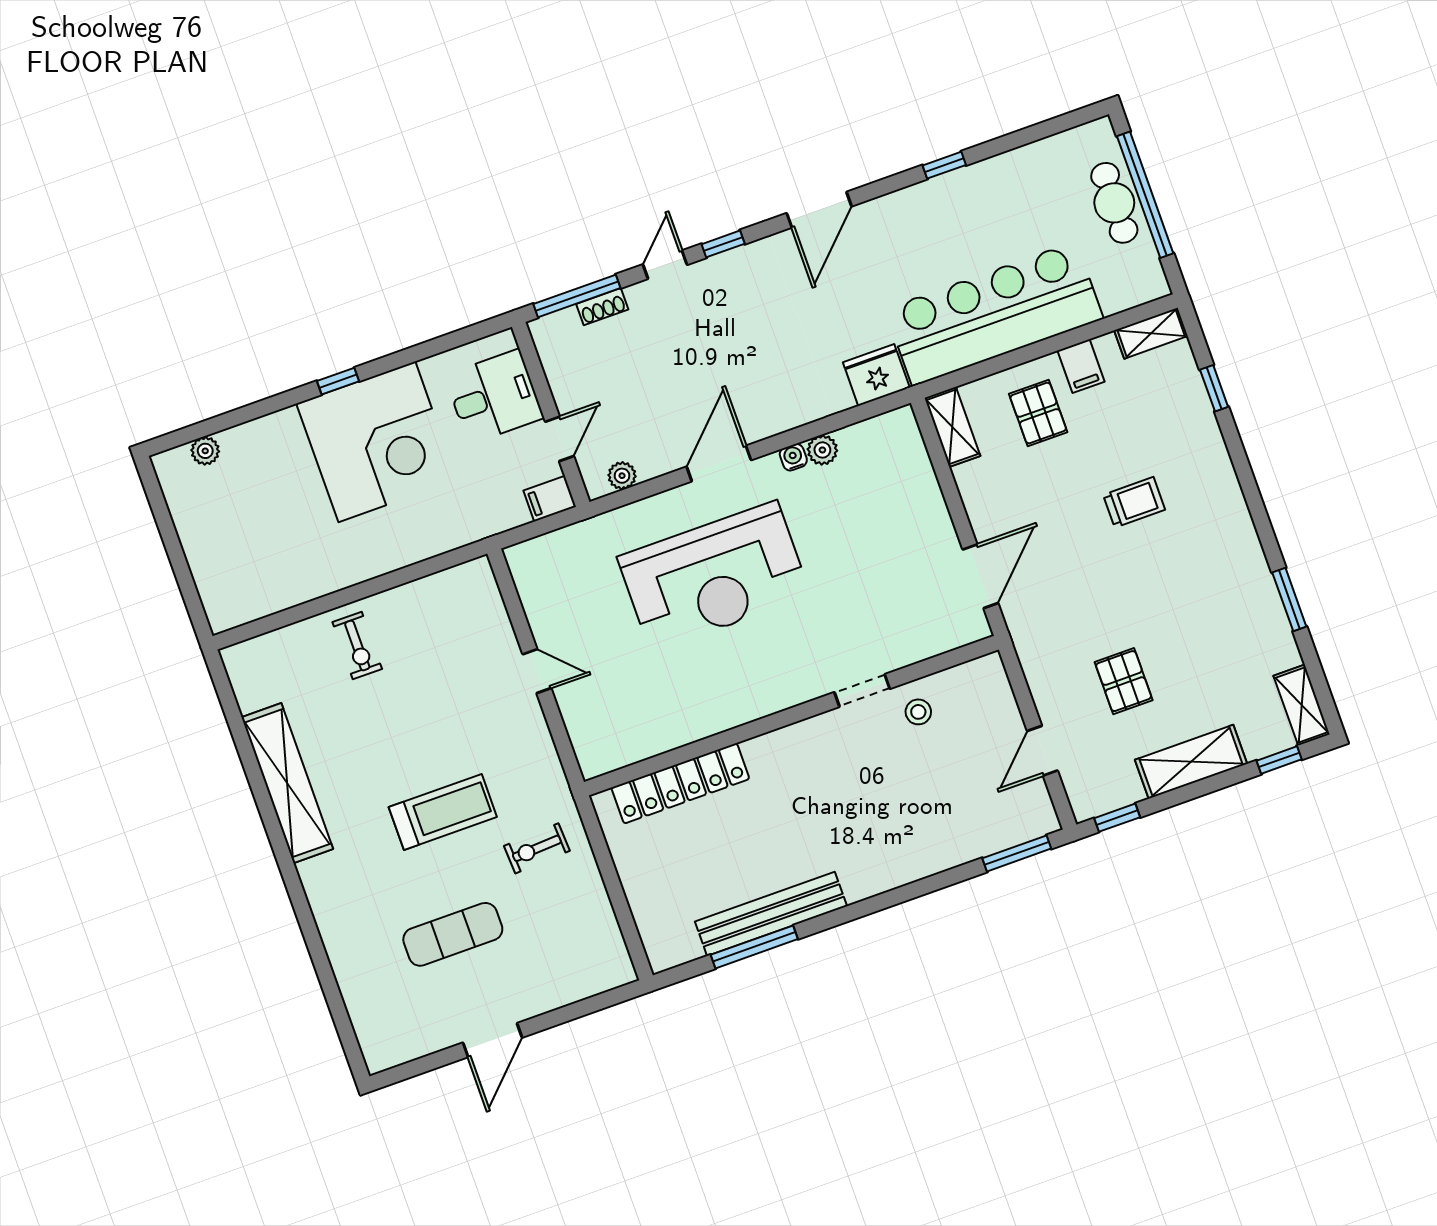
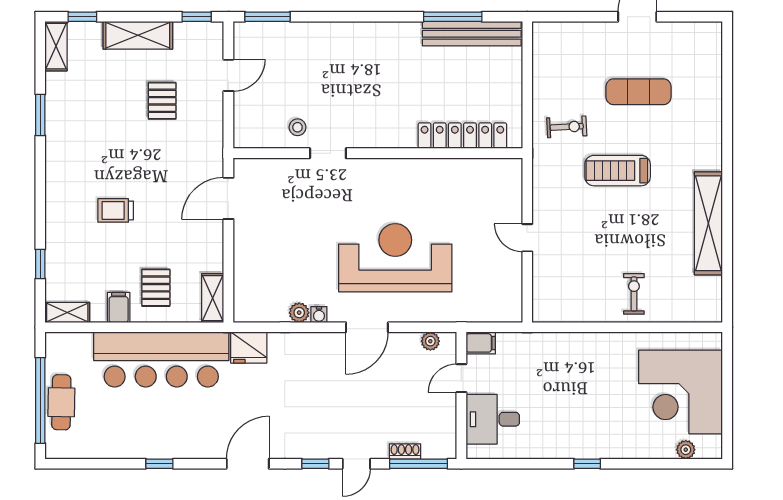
corner desk: (377, 442) -> (681, 392), moved, turned -90
bench: (771, 914) -> (472, 34), moved

